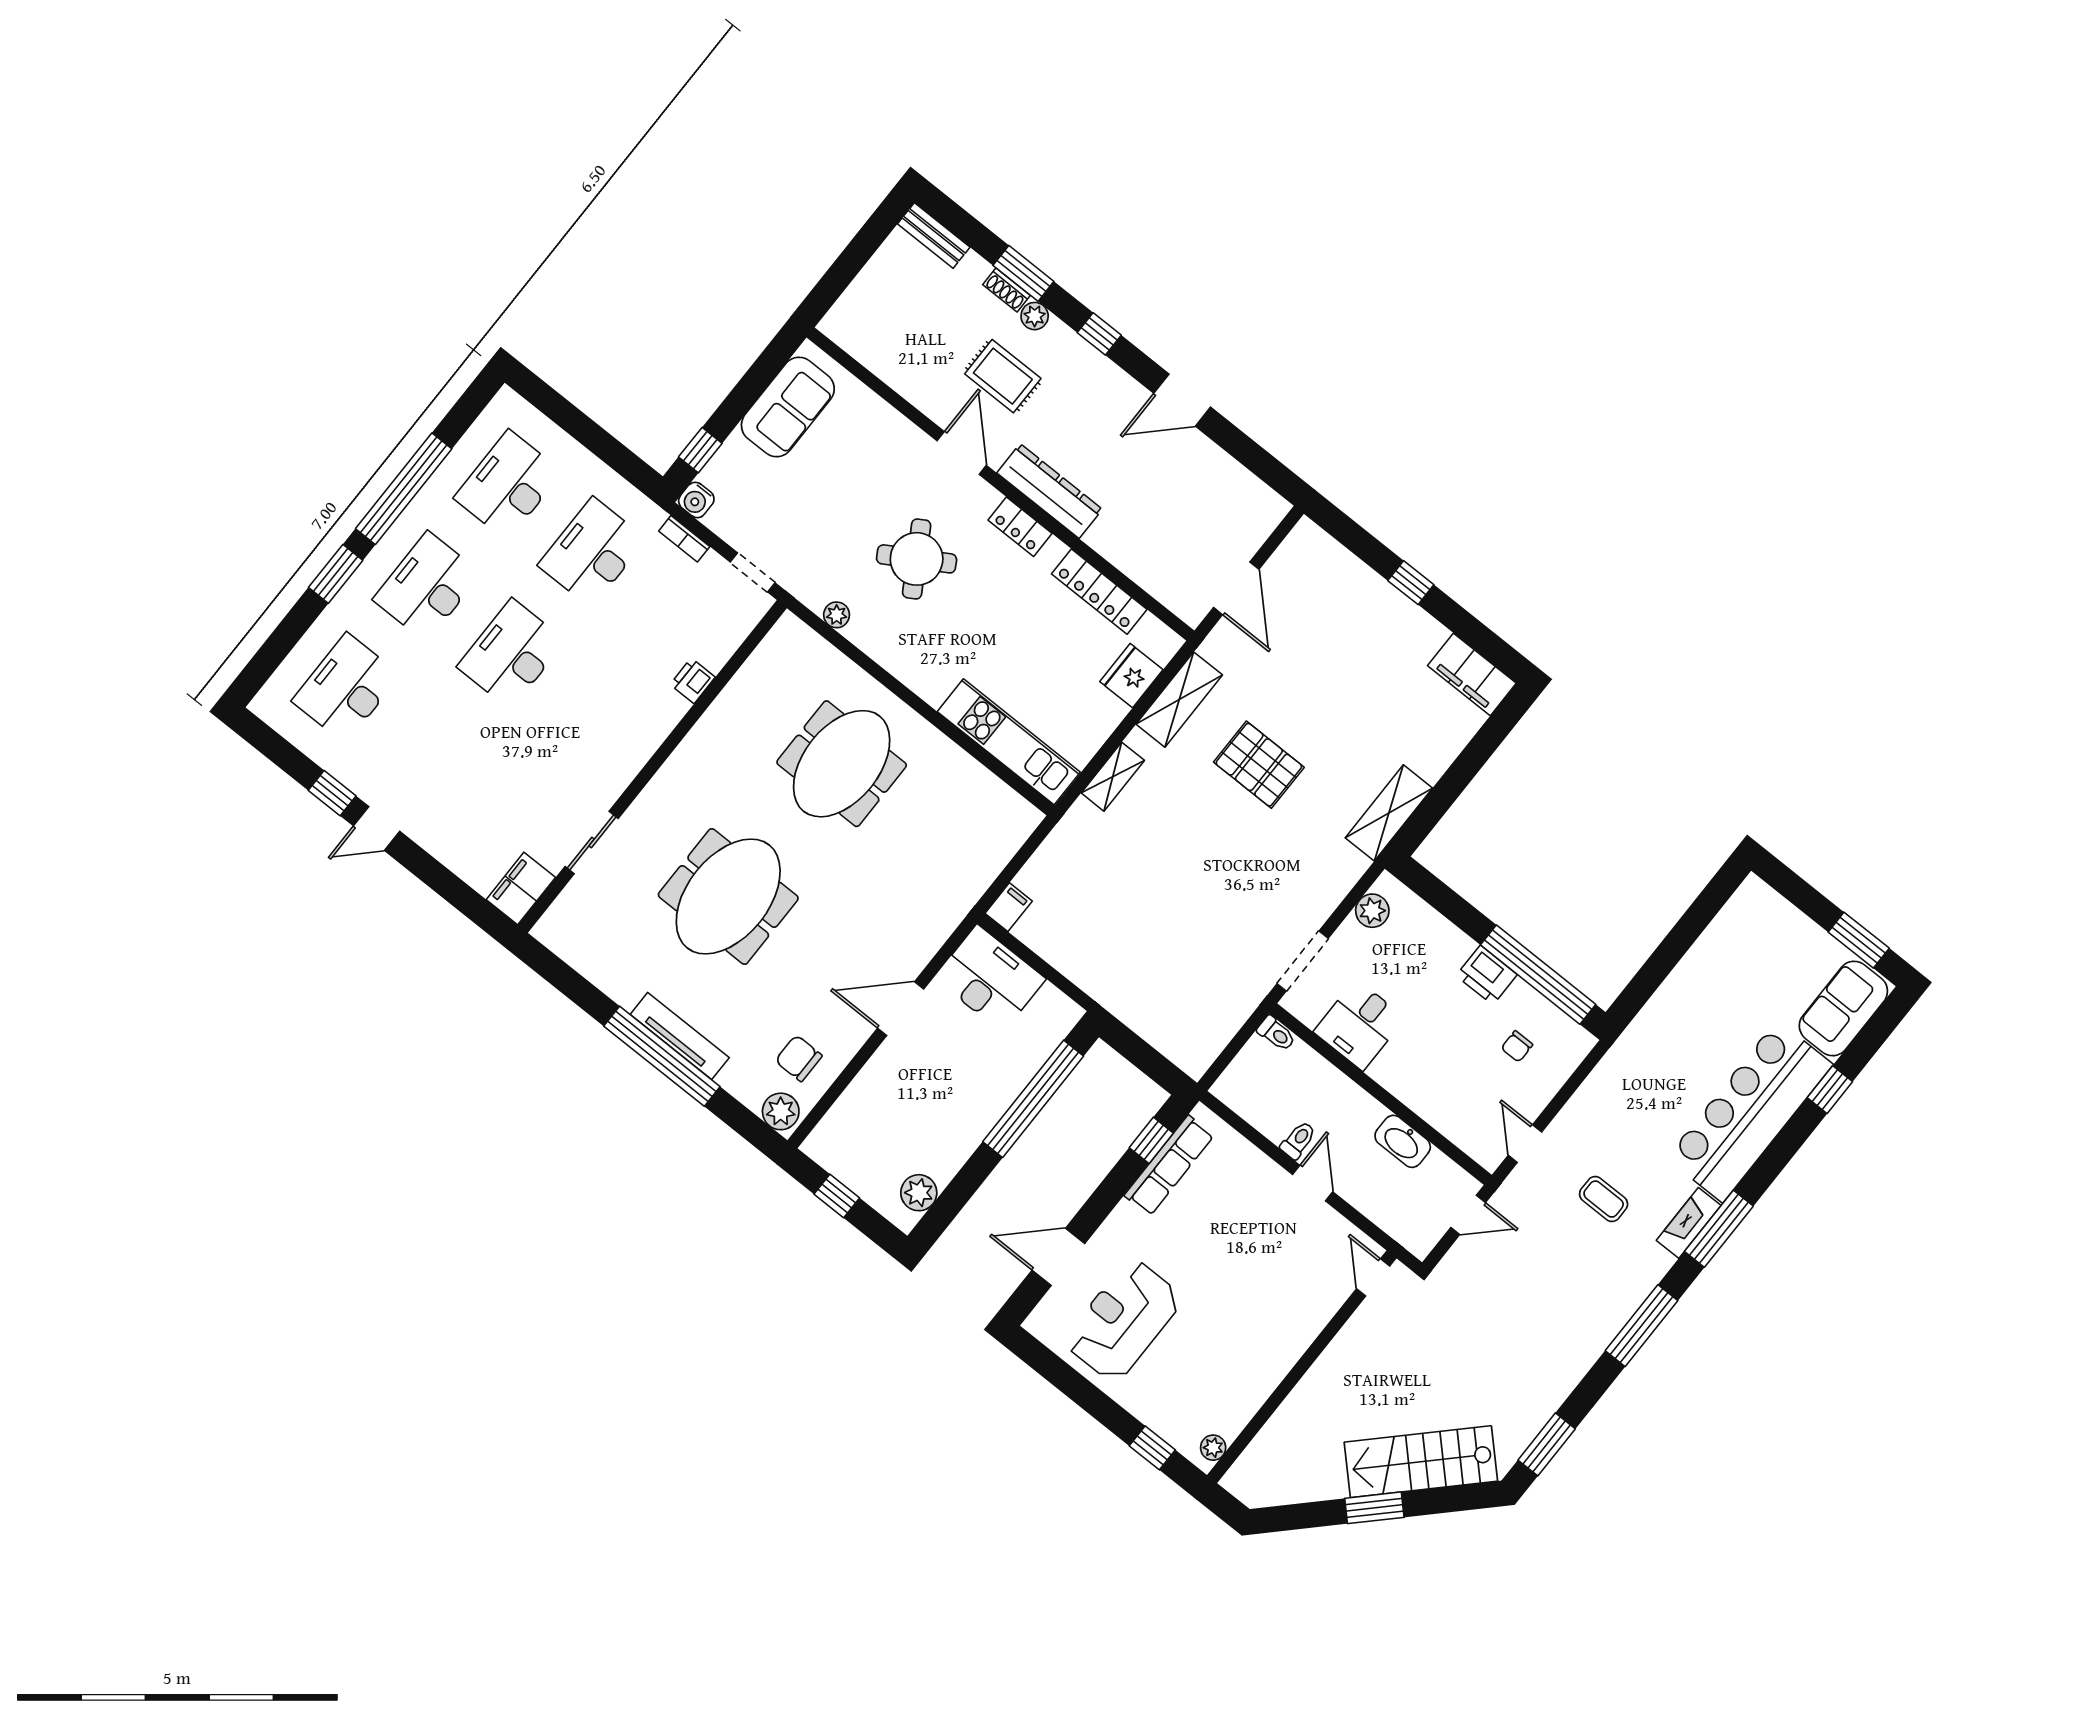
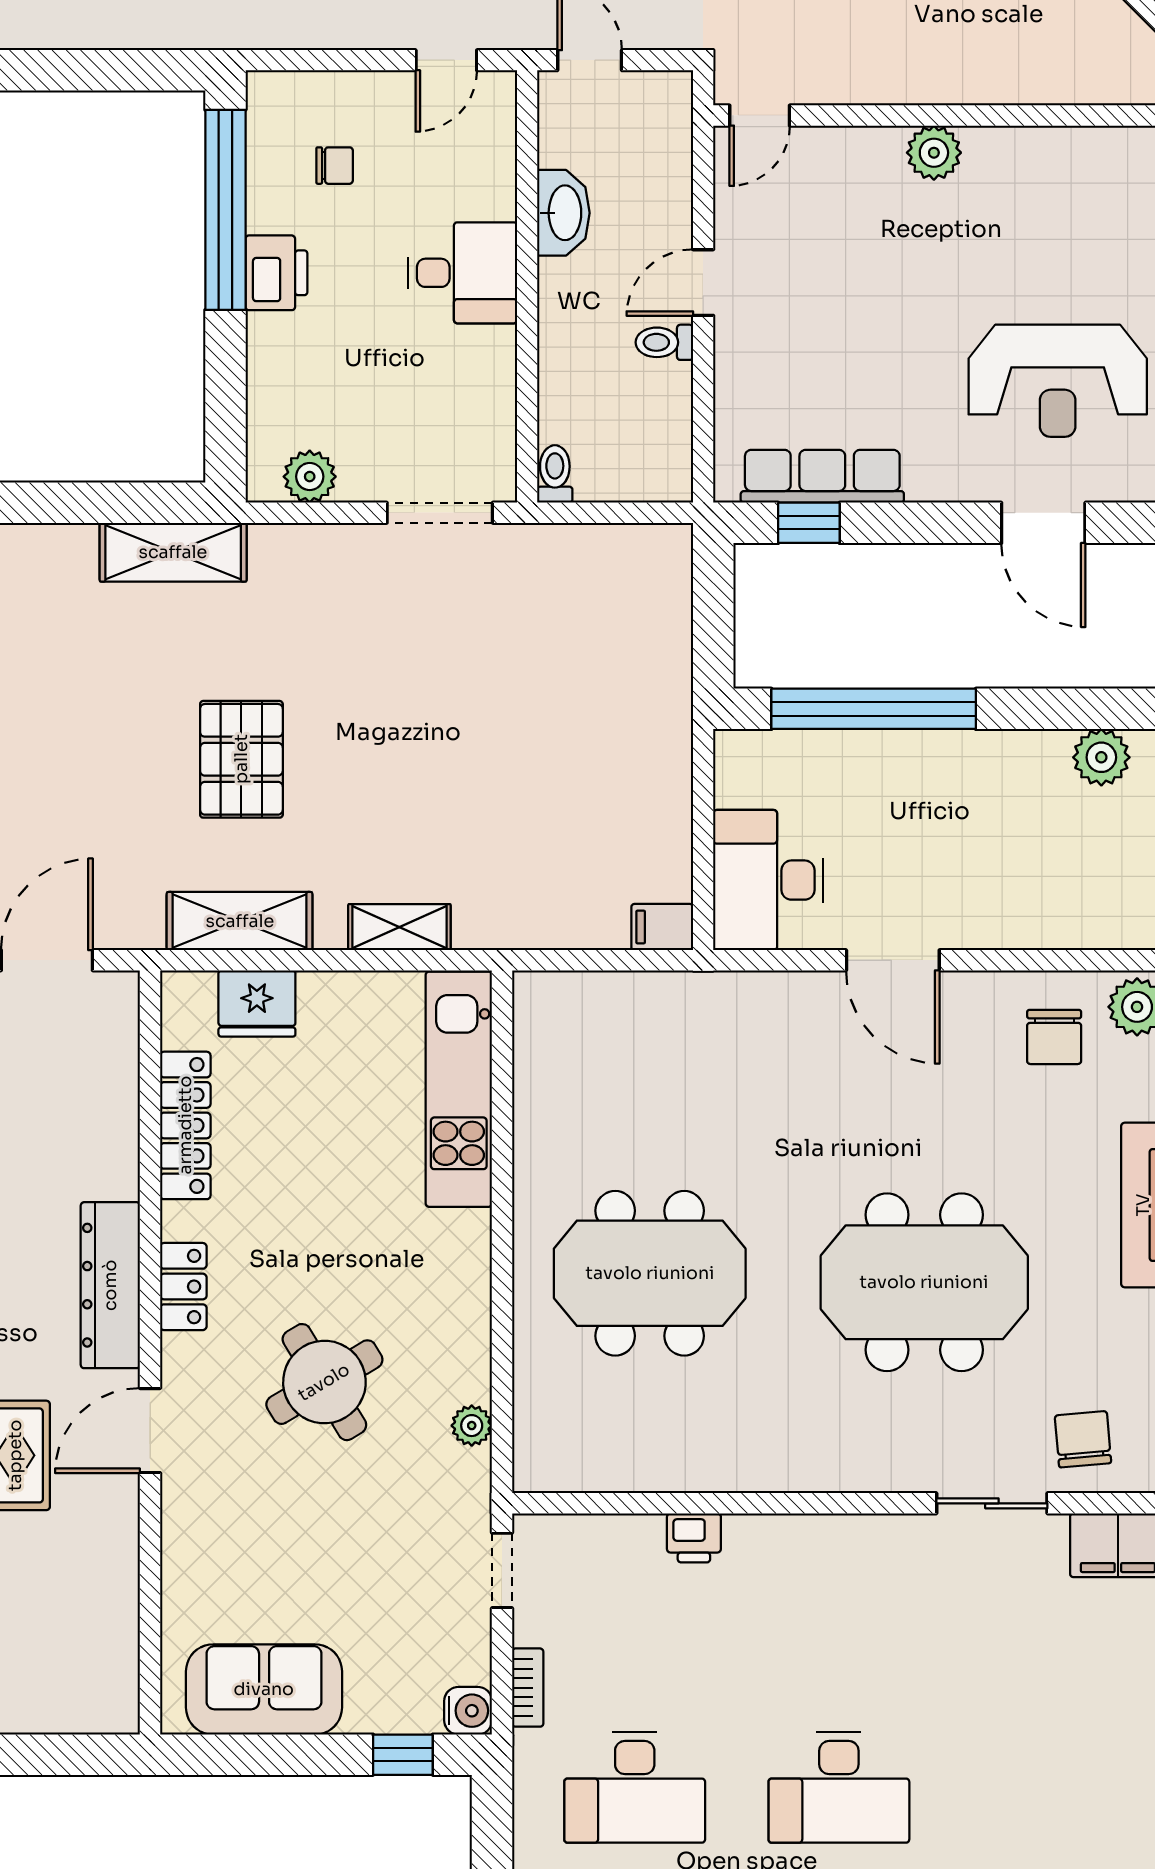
chair: (587, 913) -> (1083, 1439), added
desk: (1359, 1025) -> (463, 273), moved
plant: (1213, 1448) -> (934, 153), moved, width x1.38, depth x1.38

